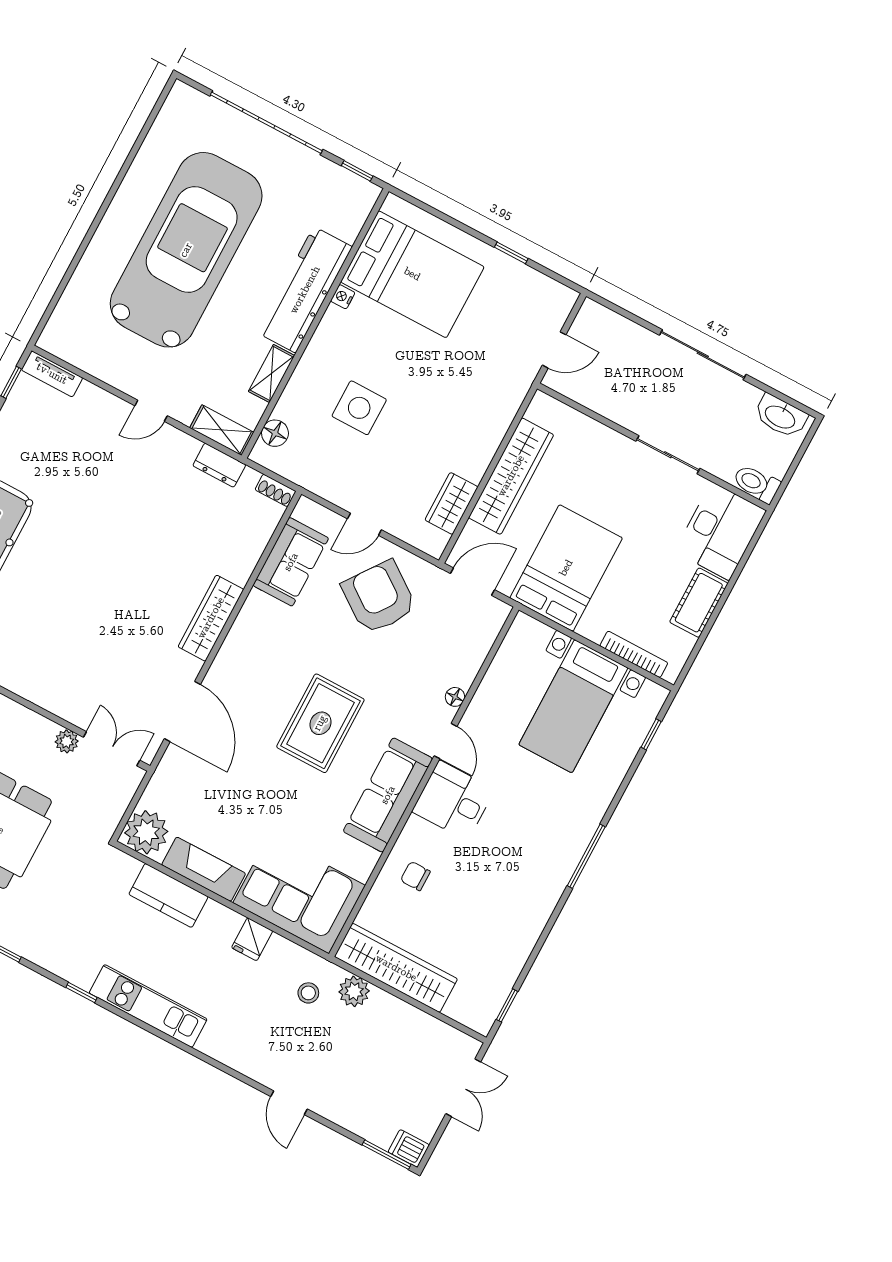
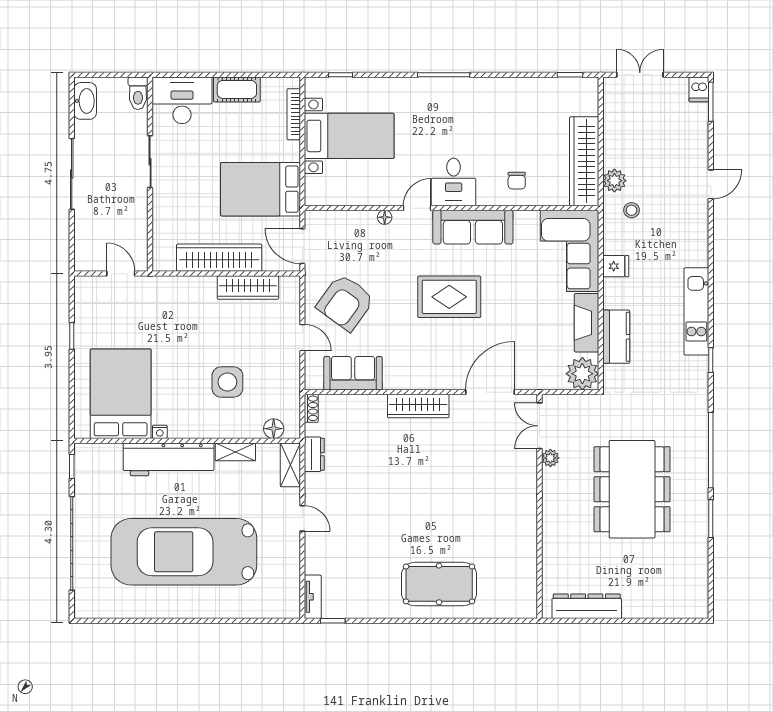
wardrobe: (451, 503) -> (248, 288), width x1.50

